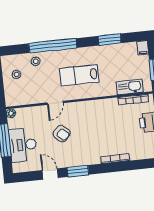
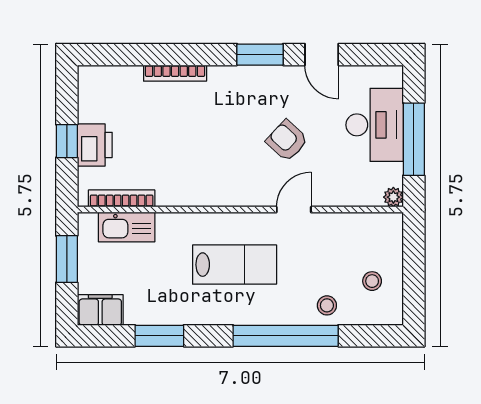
filing cabinet: (143, 48) -> (100, 310), width x2.00

